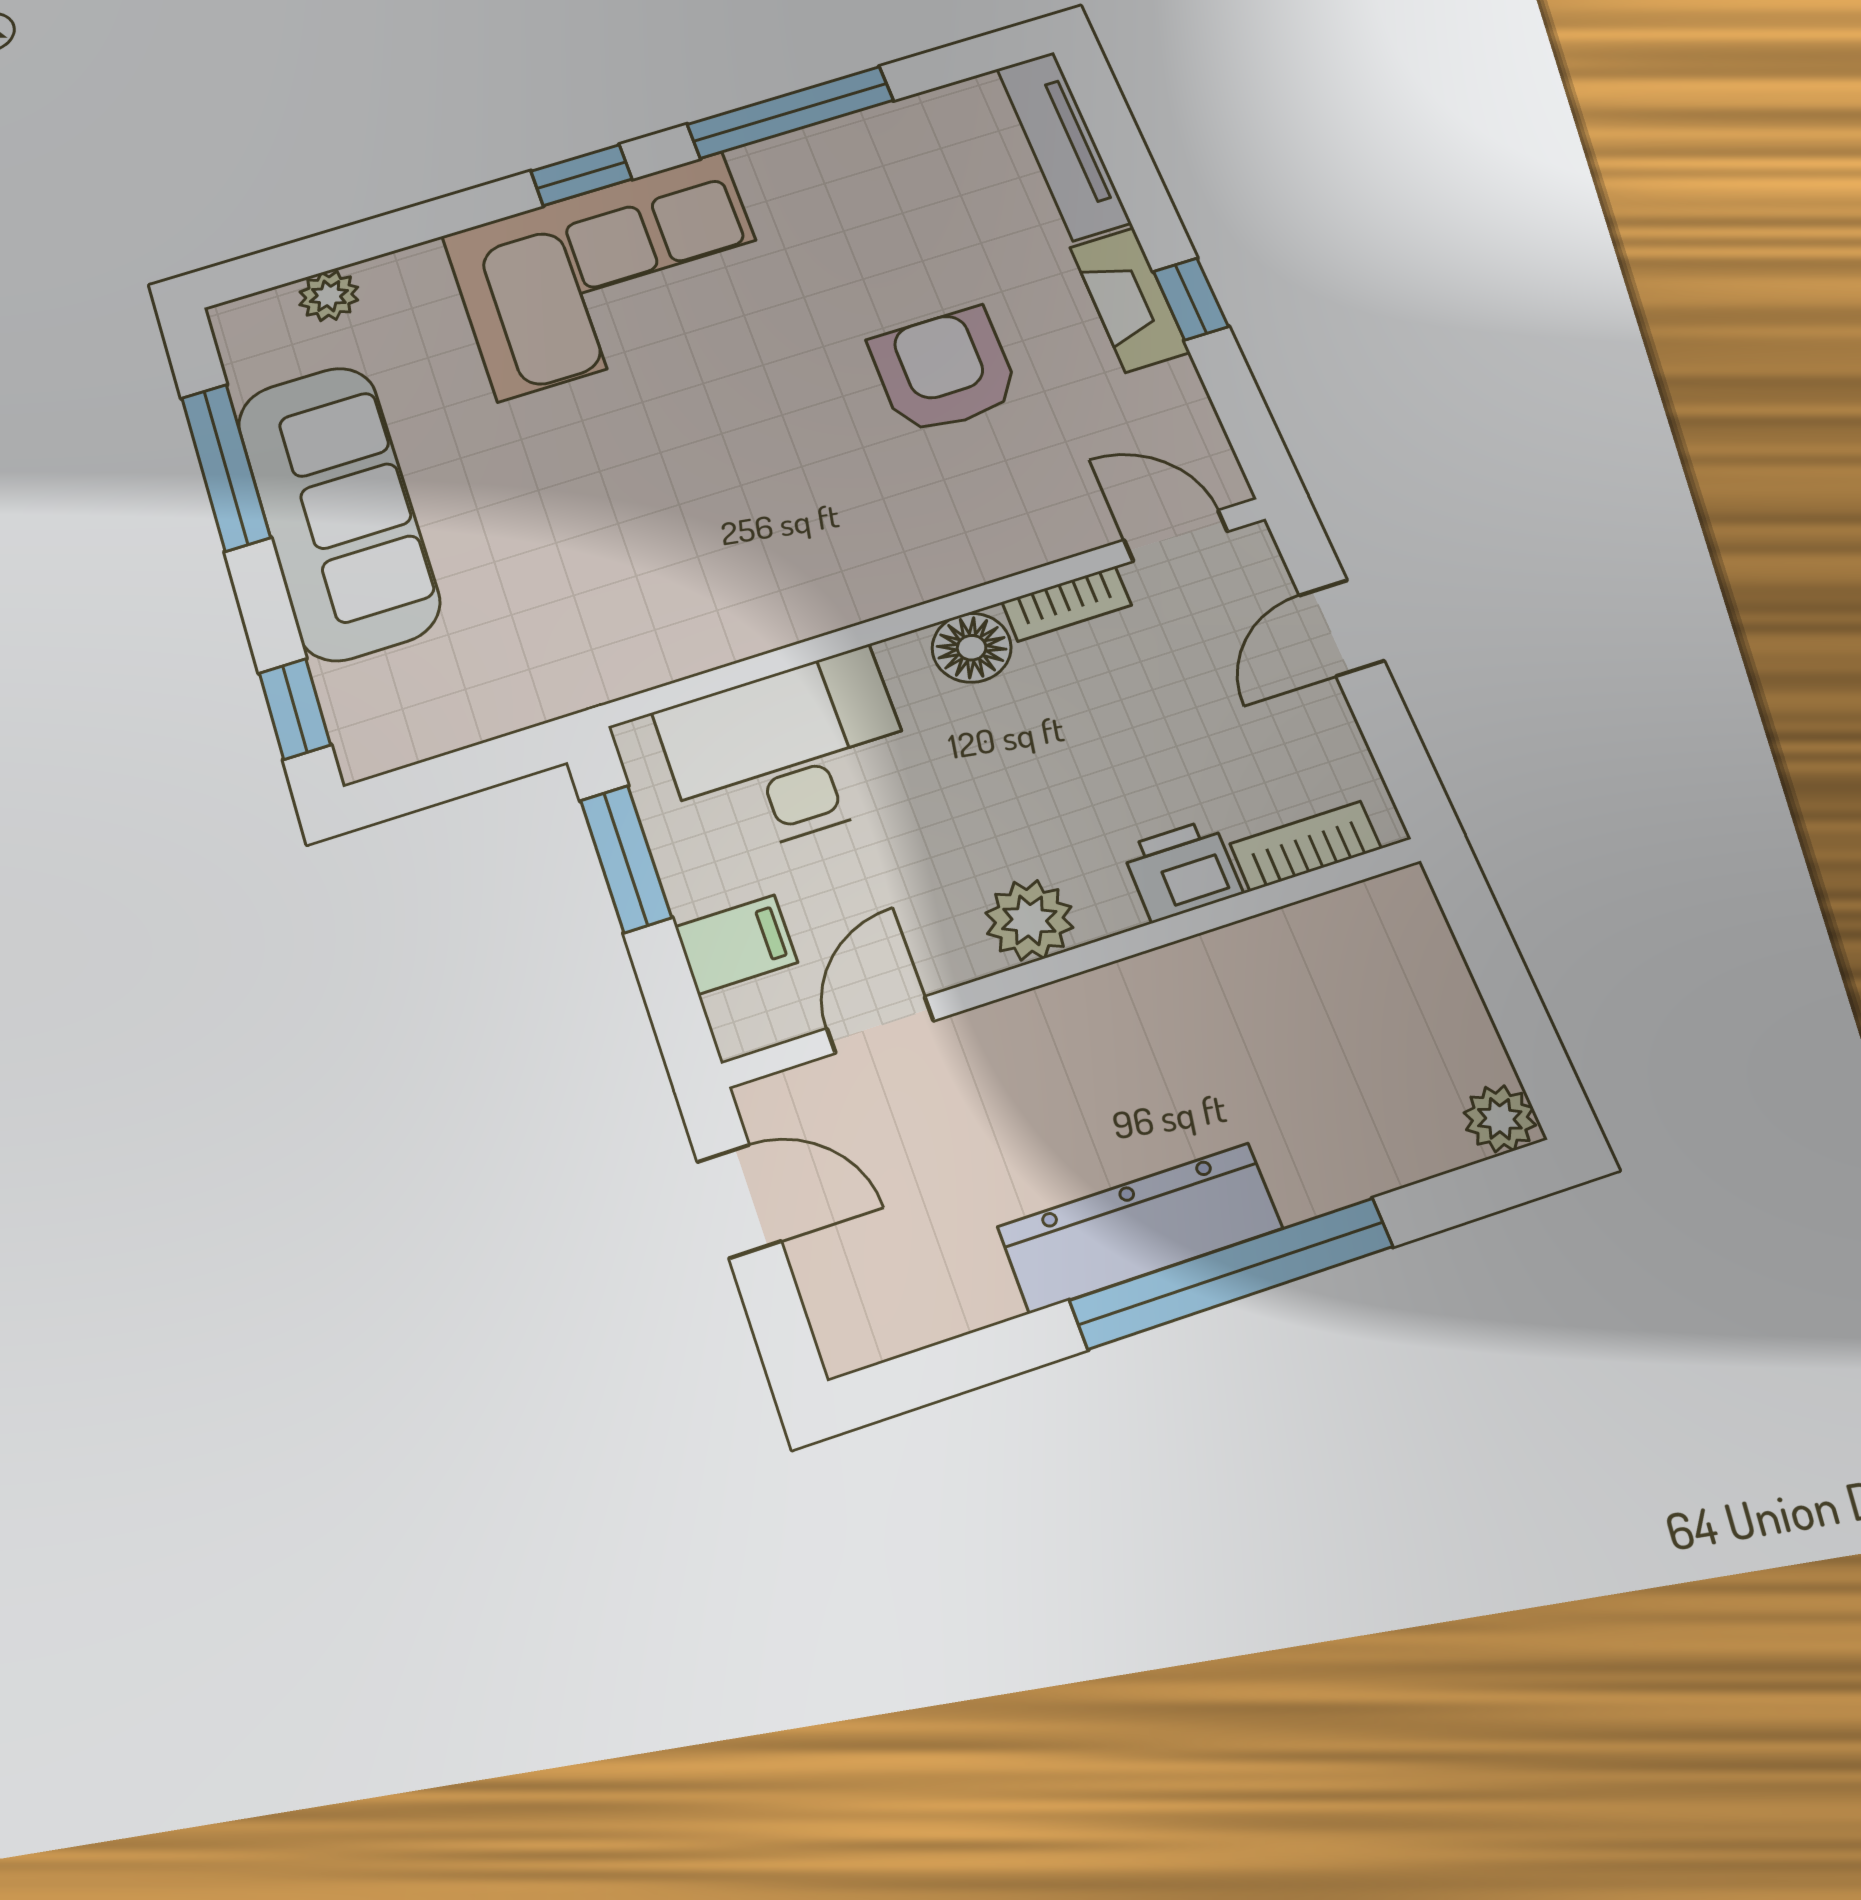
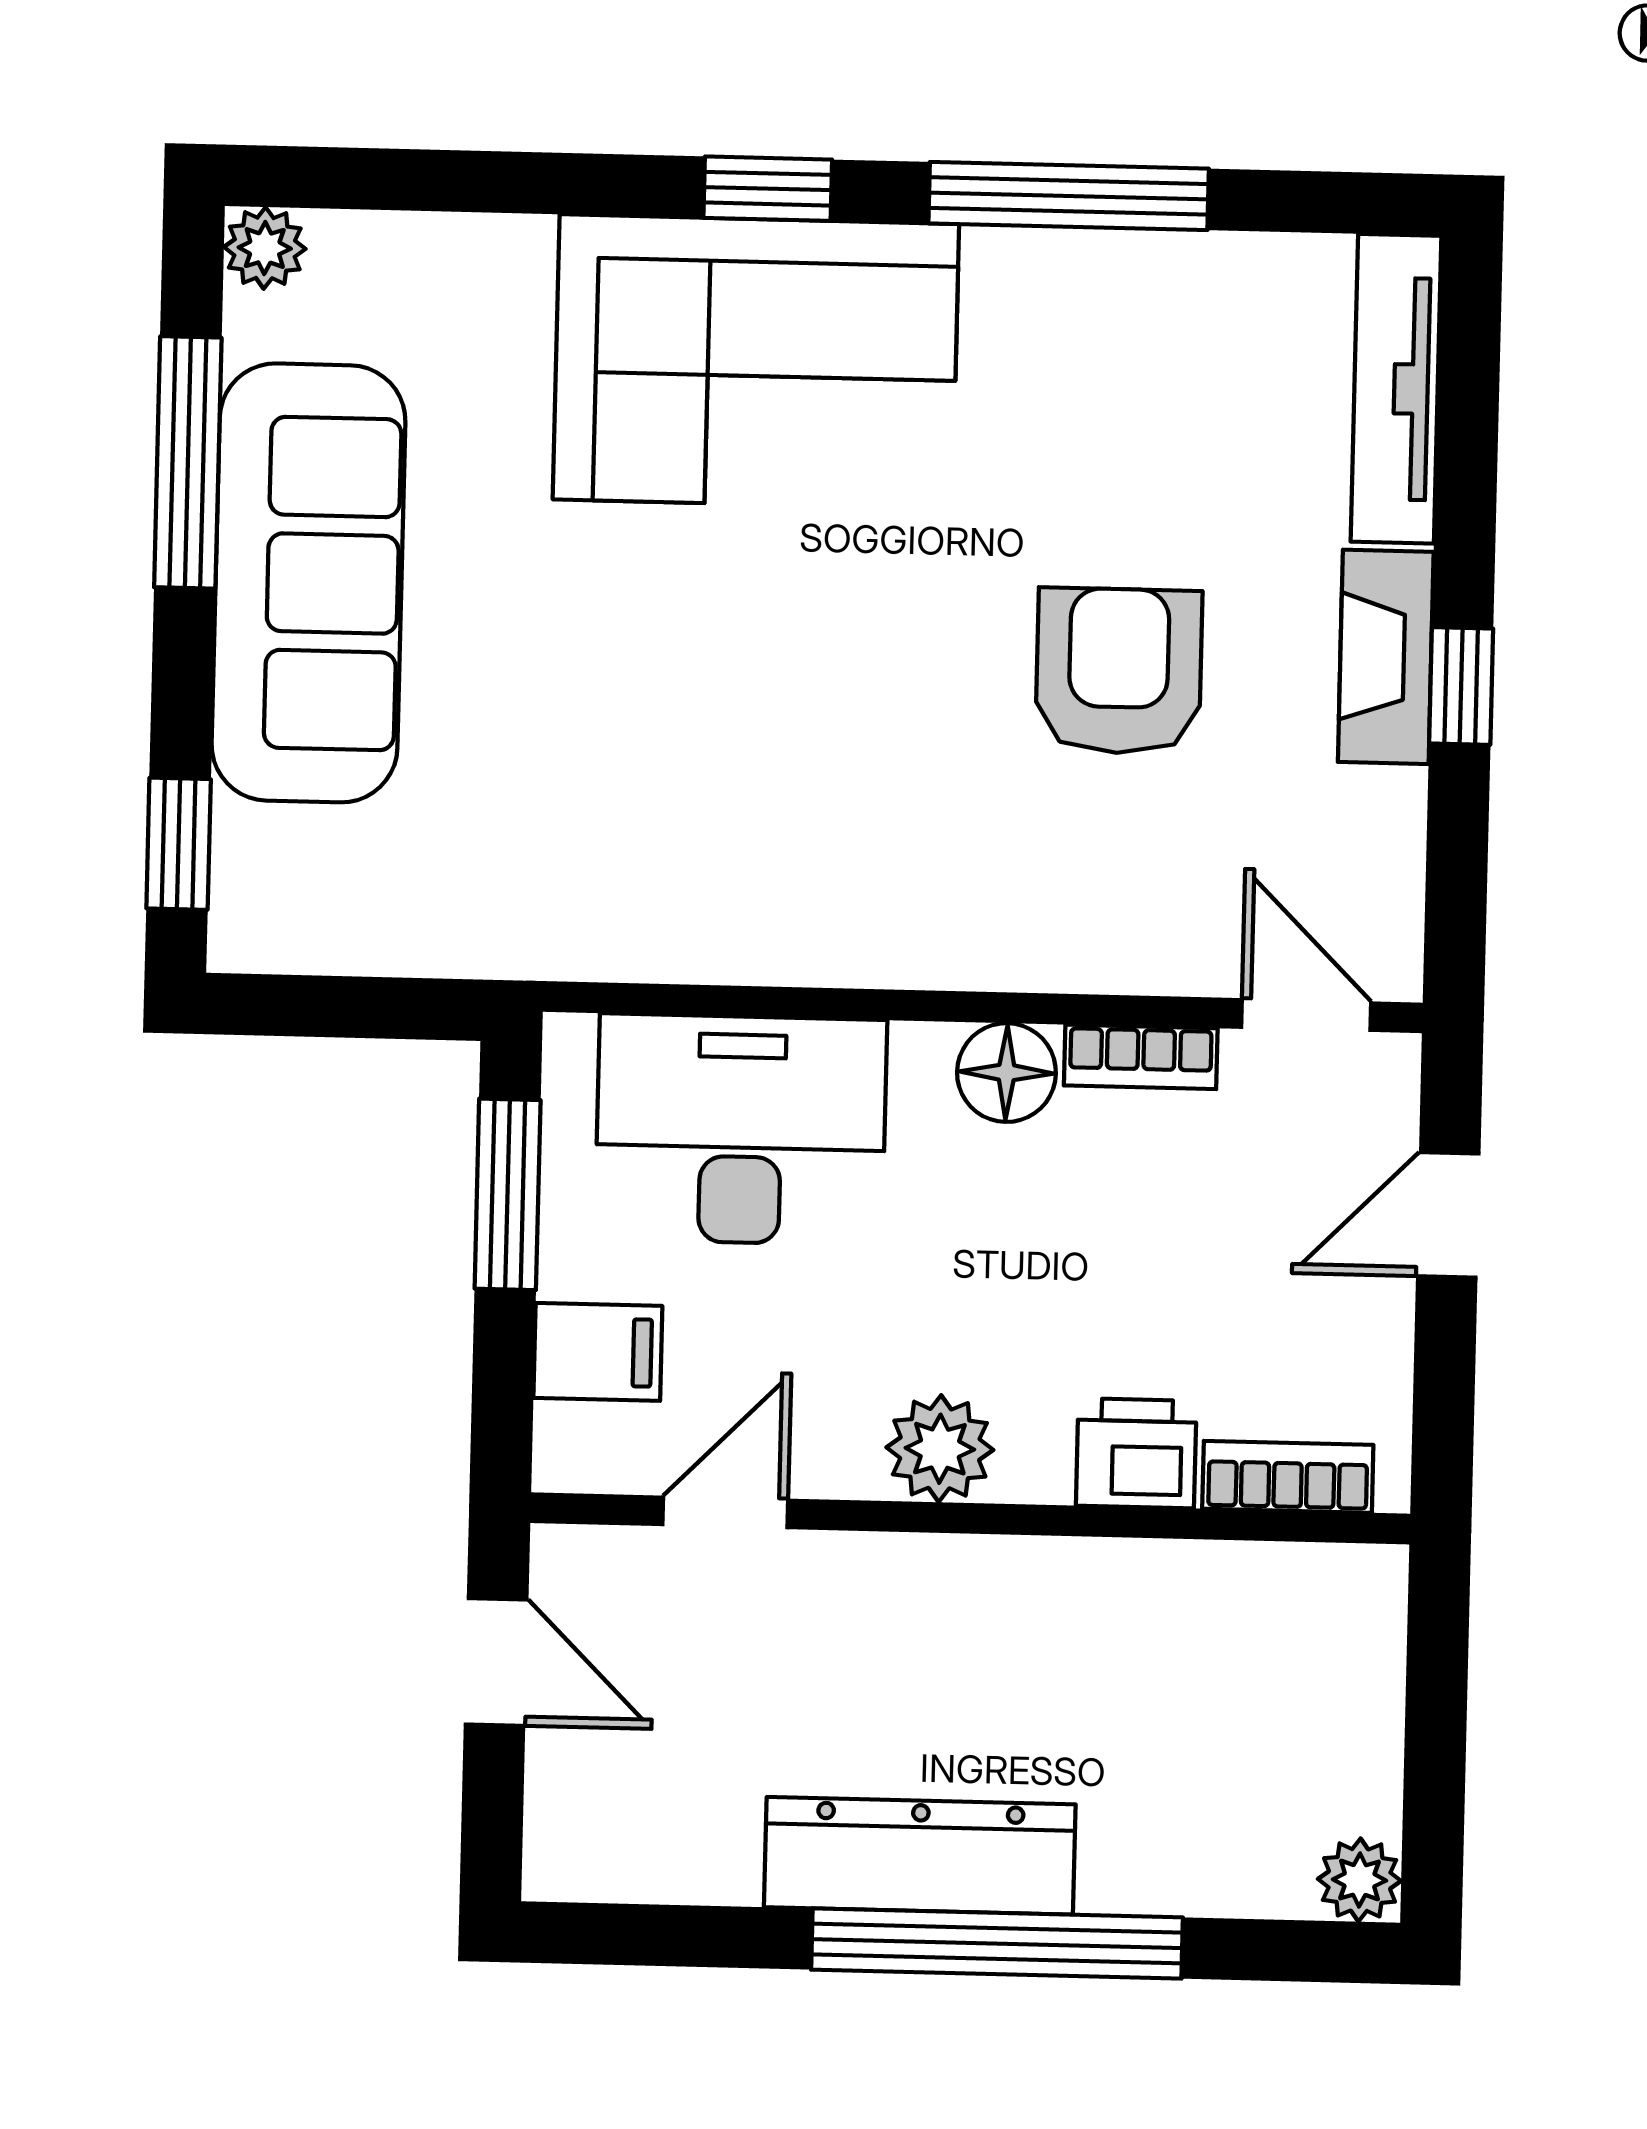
plant: (329, 296) -> (265, 248), moved

